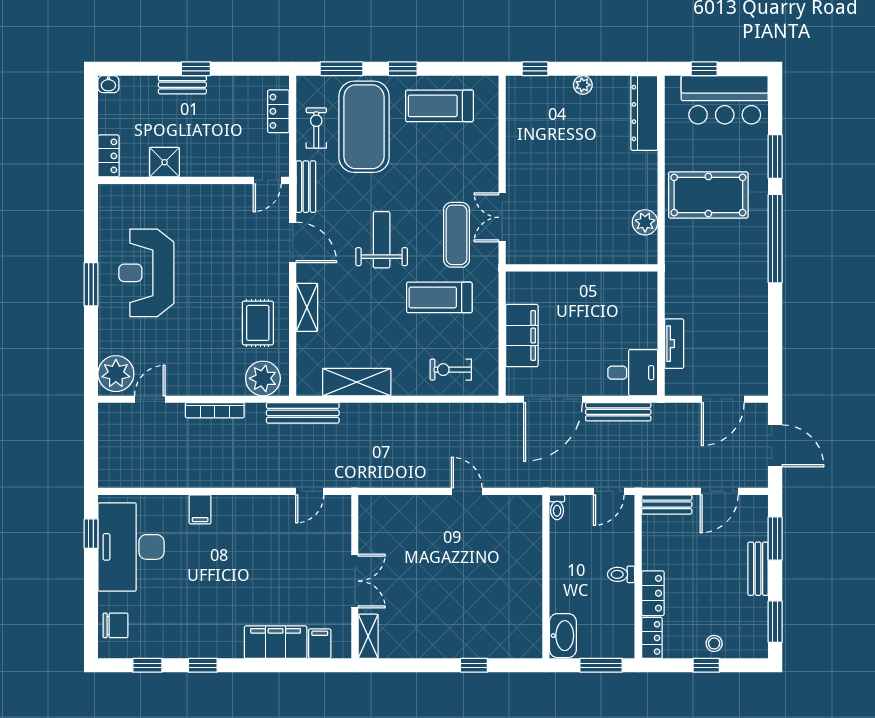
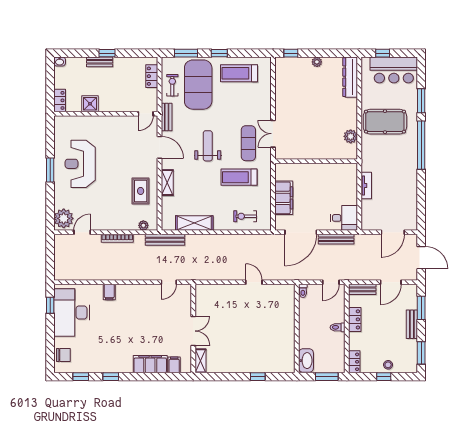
tv unit: (674, 344) -> (366, 185), moved
plant: (263, 378) -> (143, 225), width x0.53, depth x0.53
locker: (653, 593) -> (355, 319), moved

